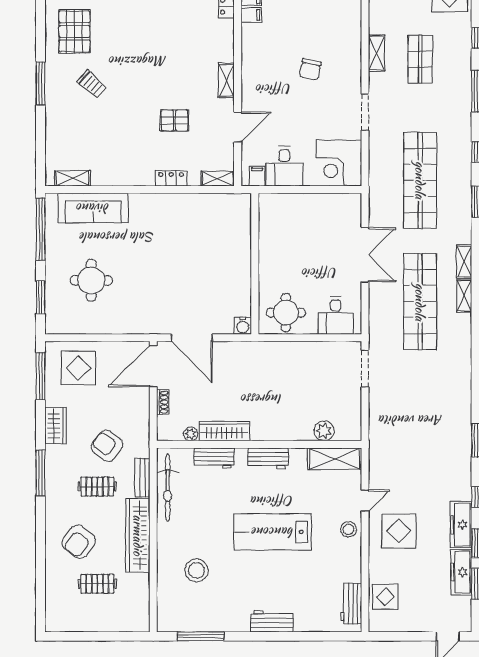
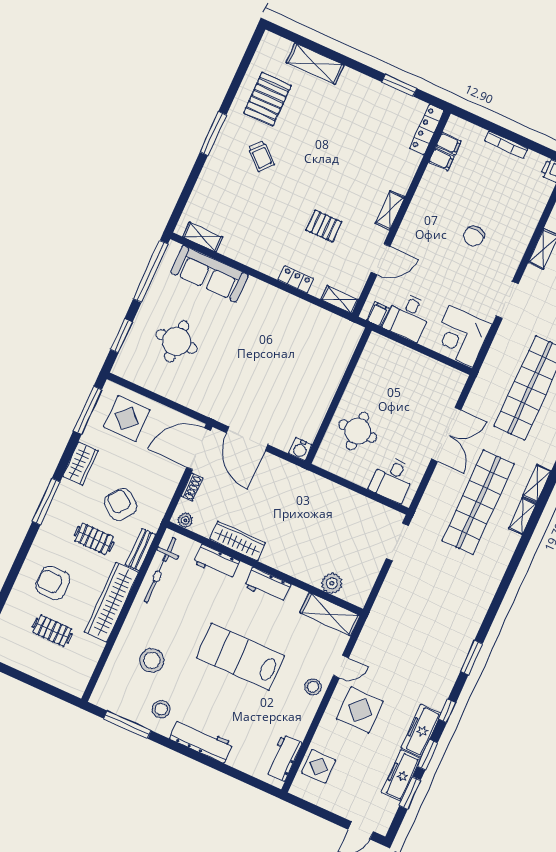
round table: (286, 313) -> (358, 431), moved
plant: (191, 434) -> (185, 520), moved
armchair: (79, 542) -> (53, 583), turned 53
stool: (224, 609) -> (161, 709), added
workbench: (272, 621) -> (201, 741), width x1.38

